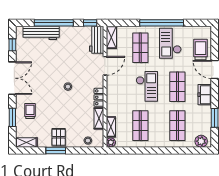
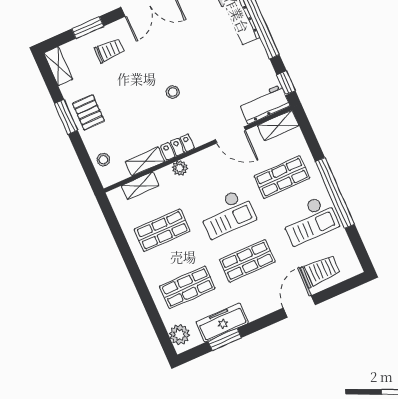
checkout: (170, 43) -> (309, 220), turned 180
freezer: (205, 95) -> (222, 322), moved, width x1.40
pallet: (59, 137) -> (88, 112), turned 90
plant: (111, 142) -> (180, 168), moved

